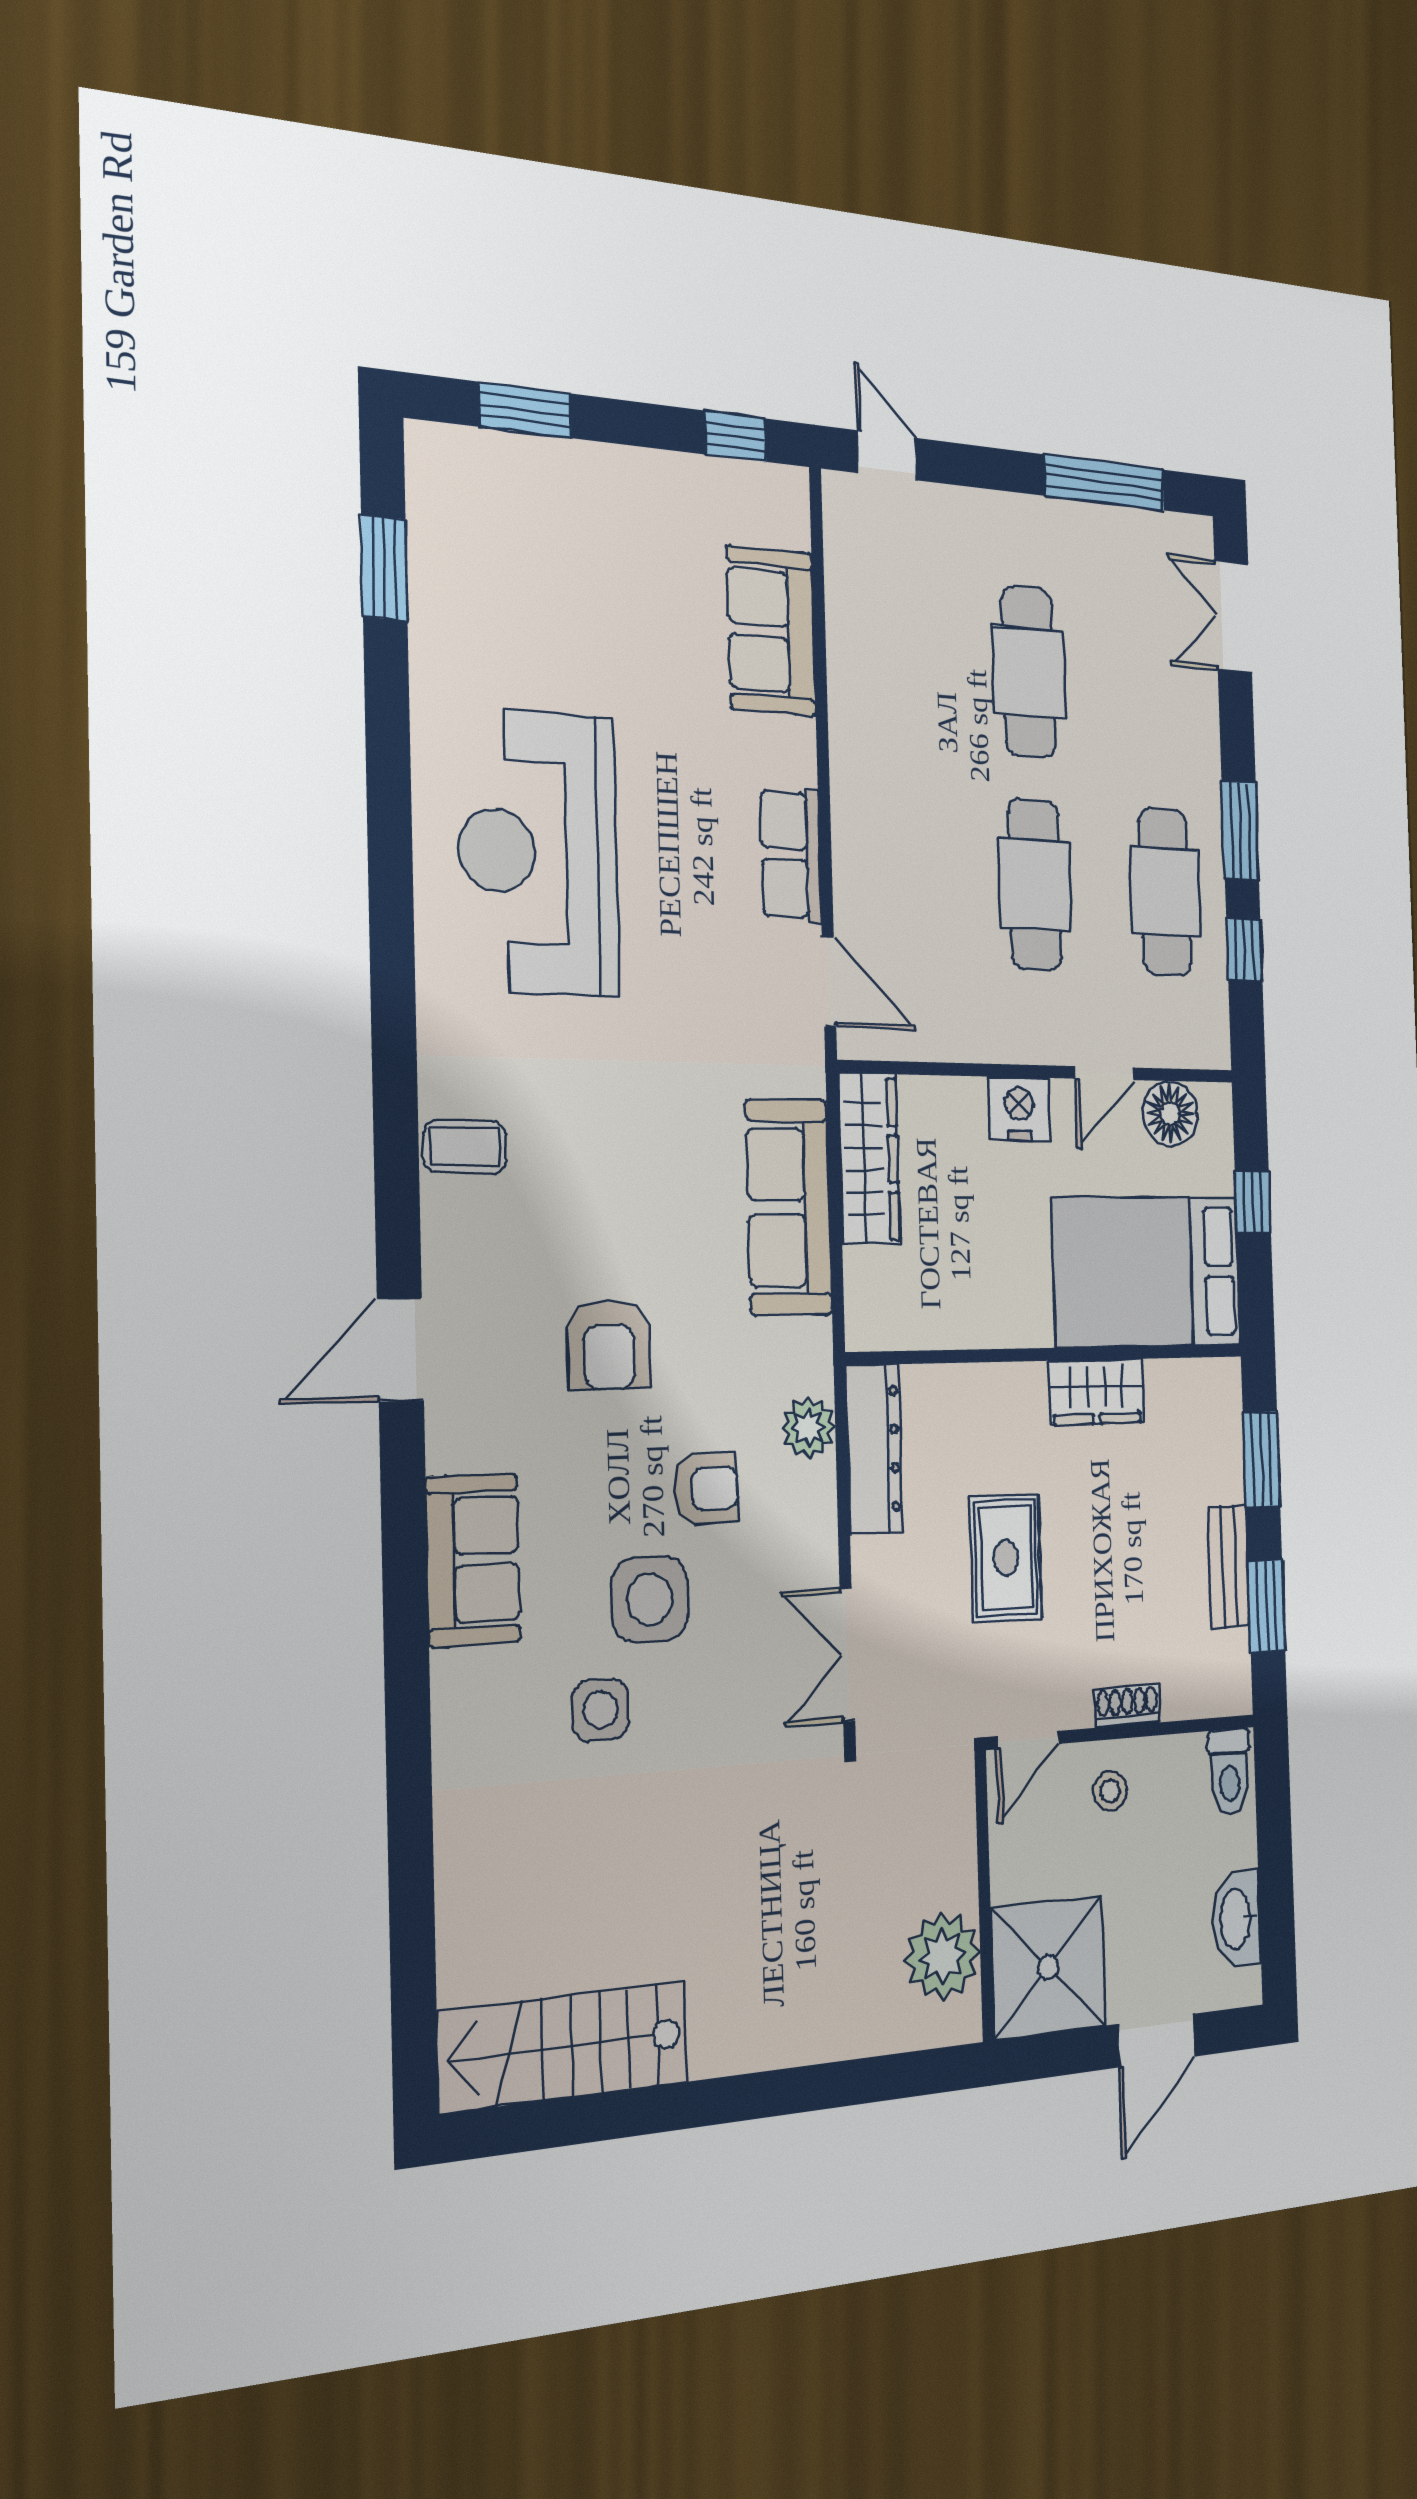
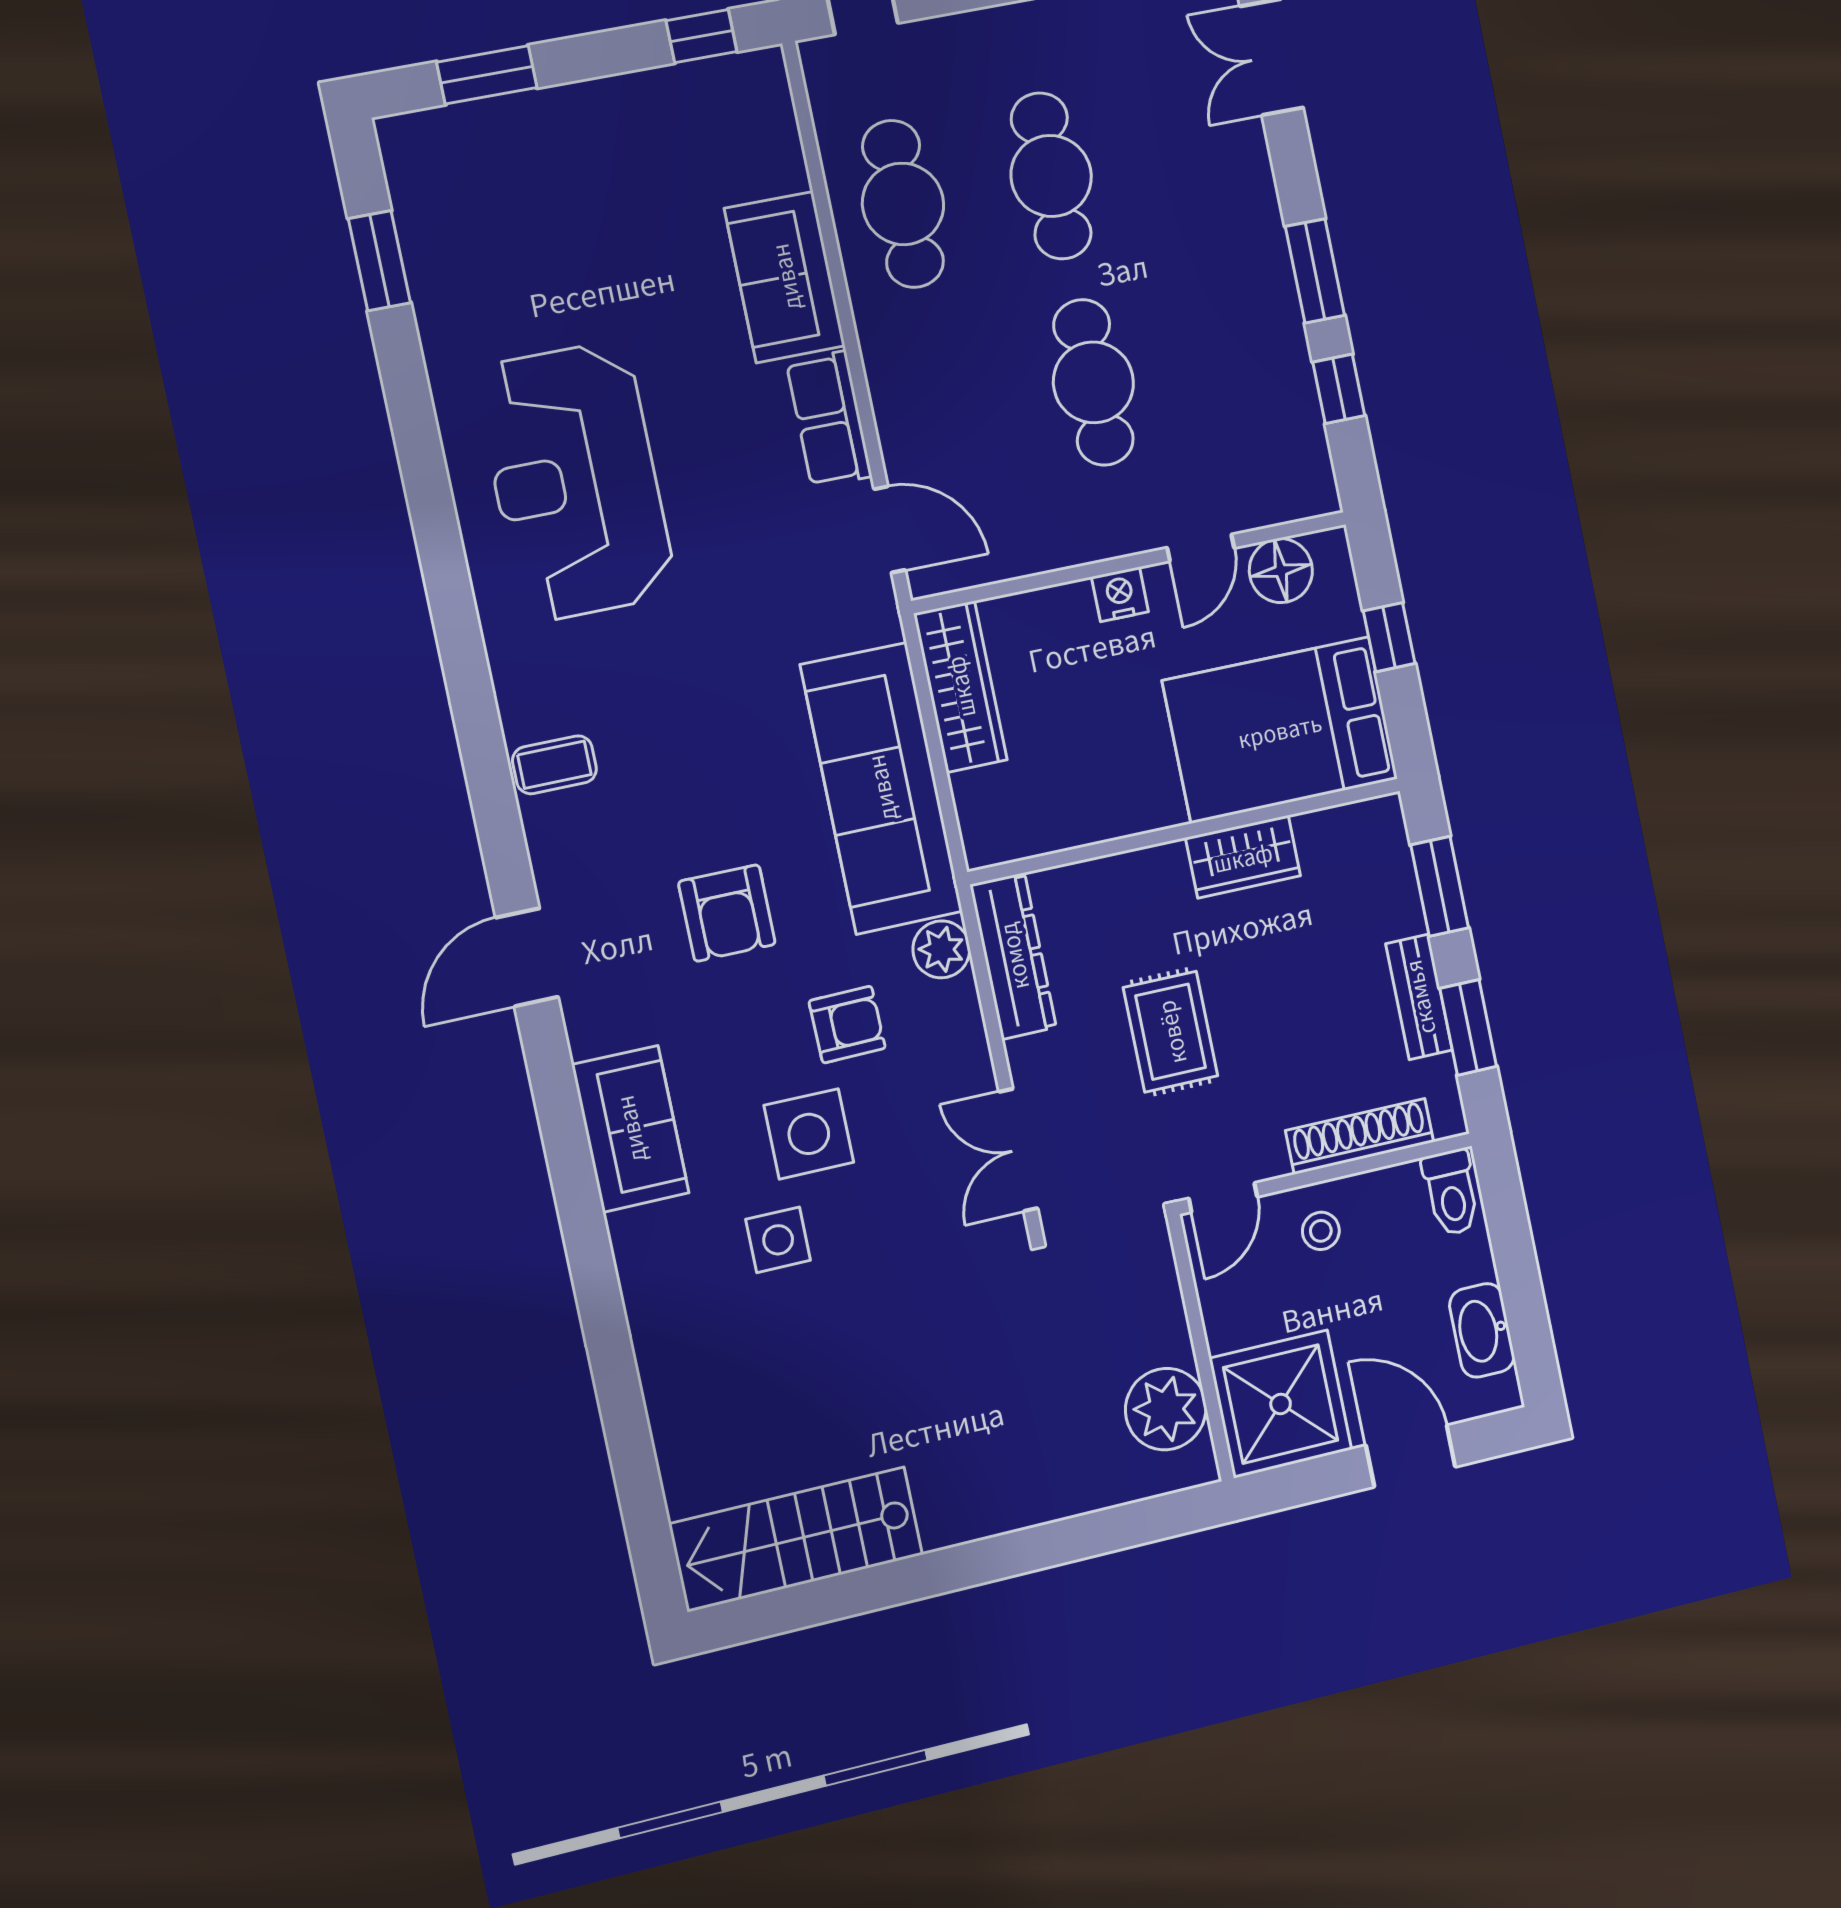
sofa: (771, 631) -> (785, 277), moved
cafe table: (1165, 892) -> (903, 204), moved
nightstand: (1019, 1109) -> (1120, 594), width x0.74, depth x0.75
sofa: (789, 1207) -> (881, 788), width x1.36, depth x1.27
shoe rack: (1127, 1706) -> (1360, 1136), width x1.94, depth x1.24
door: (1156, 2040) -> (1411, 1456), swing flipped

